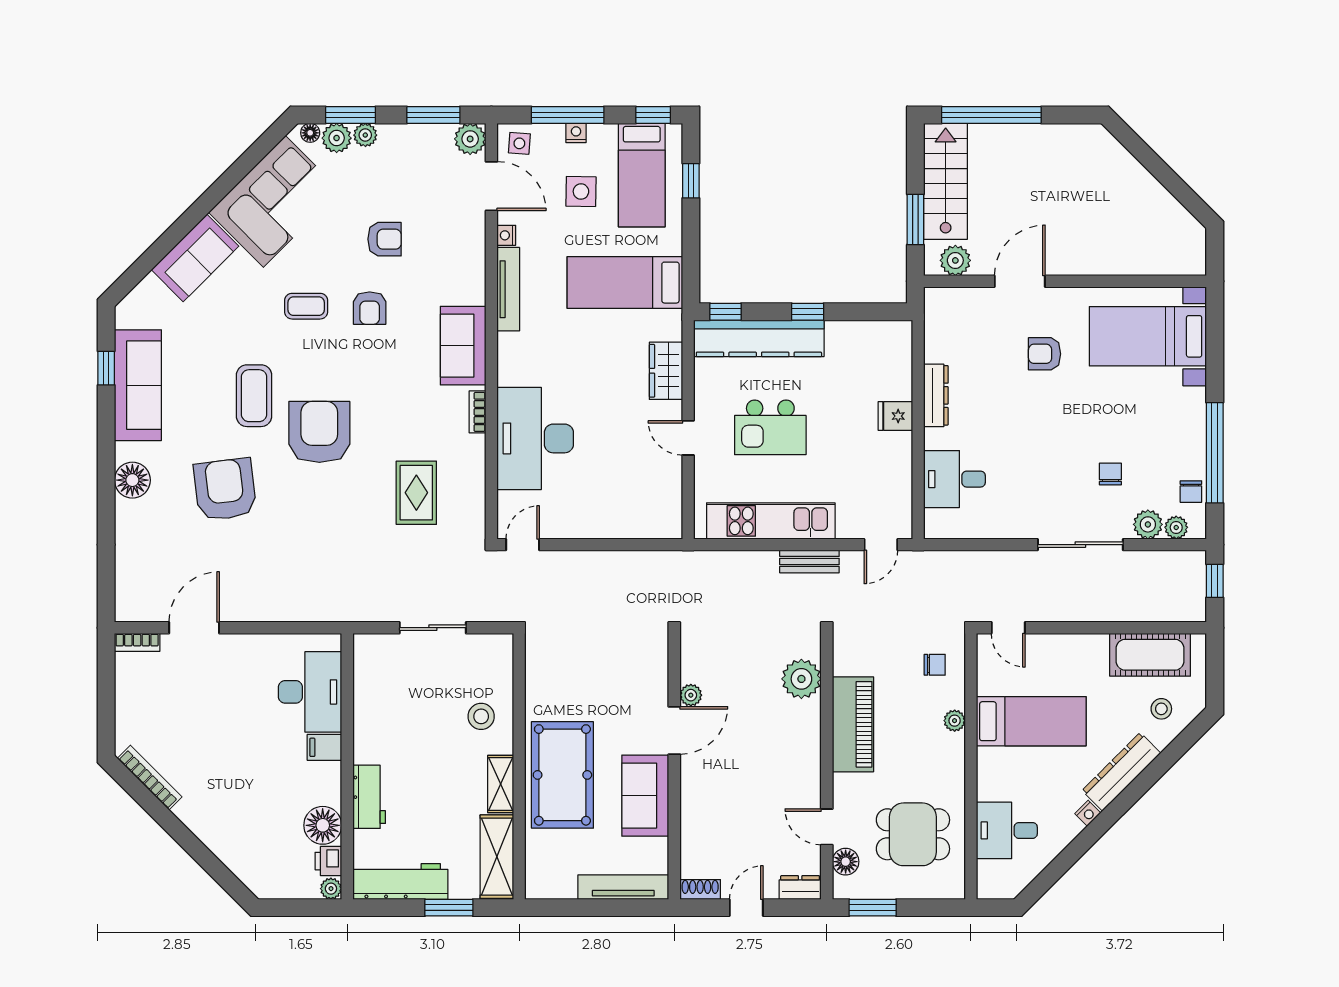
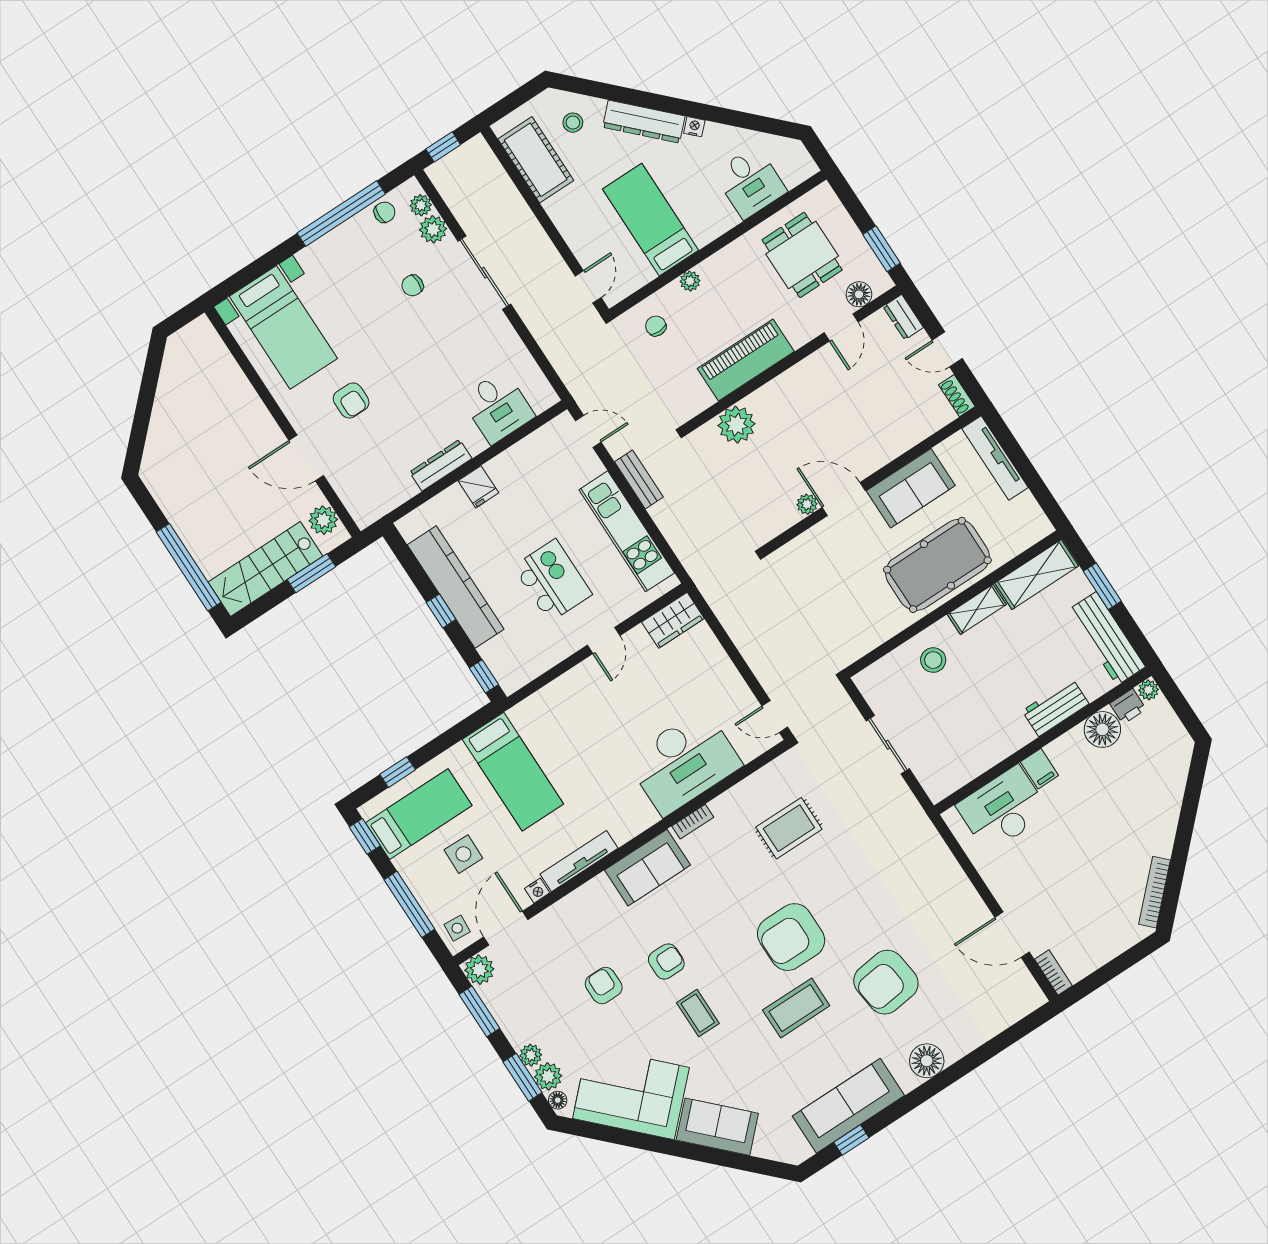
nightstand: (576, 133) -> (419, 888), removed
kitchen counter: (759, 338) -> (456, 587), moved
wardrobe: (666, 371) -> (673, 620), moved

